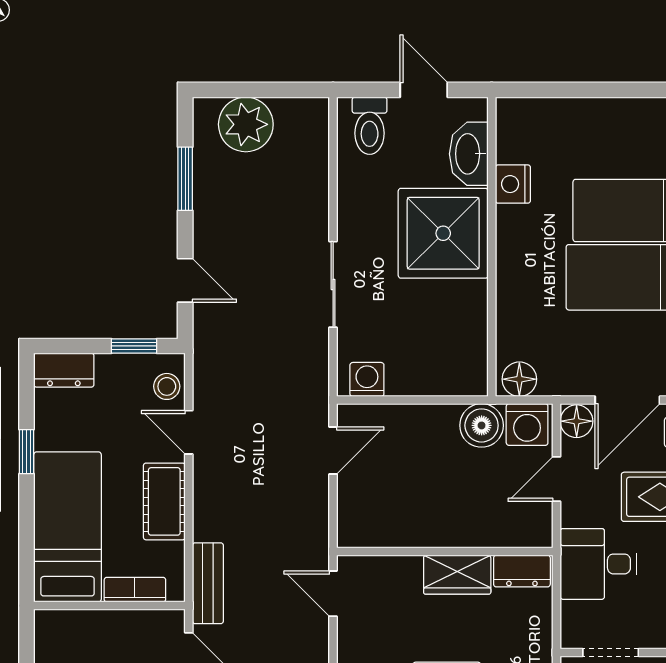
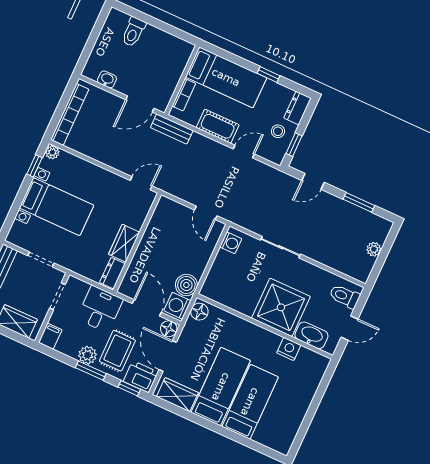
plant: (246, 124) -> (374, 249), width x0.53, depth x0.53
stool: (167, 386) -> (278, 131), moved
door: (557, 479) -> (147, 308), width x1.38

